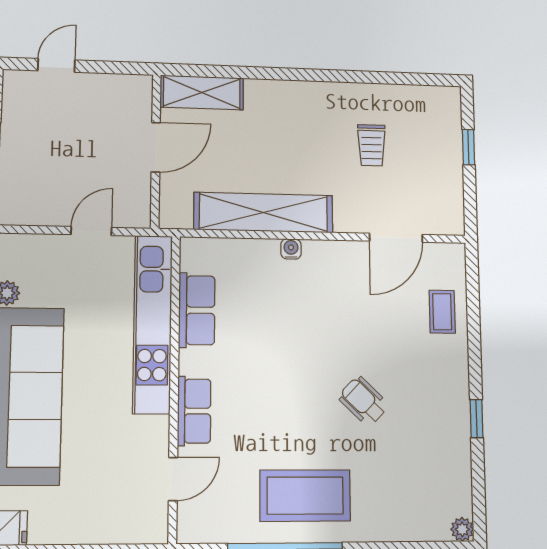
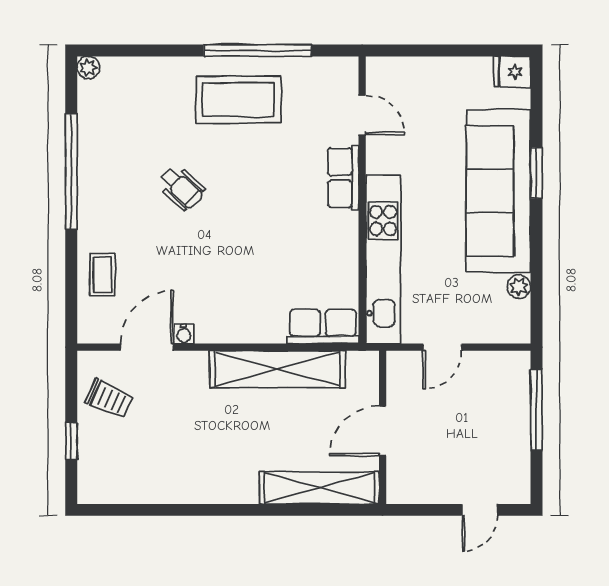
shelving: (202, 93) -> (319, 488), width x1.47
trolley: (372, 145) -> (109, 399), moved, turned 114
water cooler: (291, 249) -> (184, 334), moved
row of seats: (197, 310) -> (323, 327), moved, turned 90
window: (476, 419) -> (71, 172), width x3.17
door: (173, 479) -> (362, 115), swing flipped

